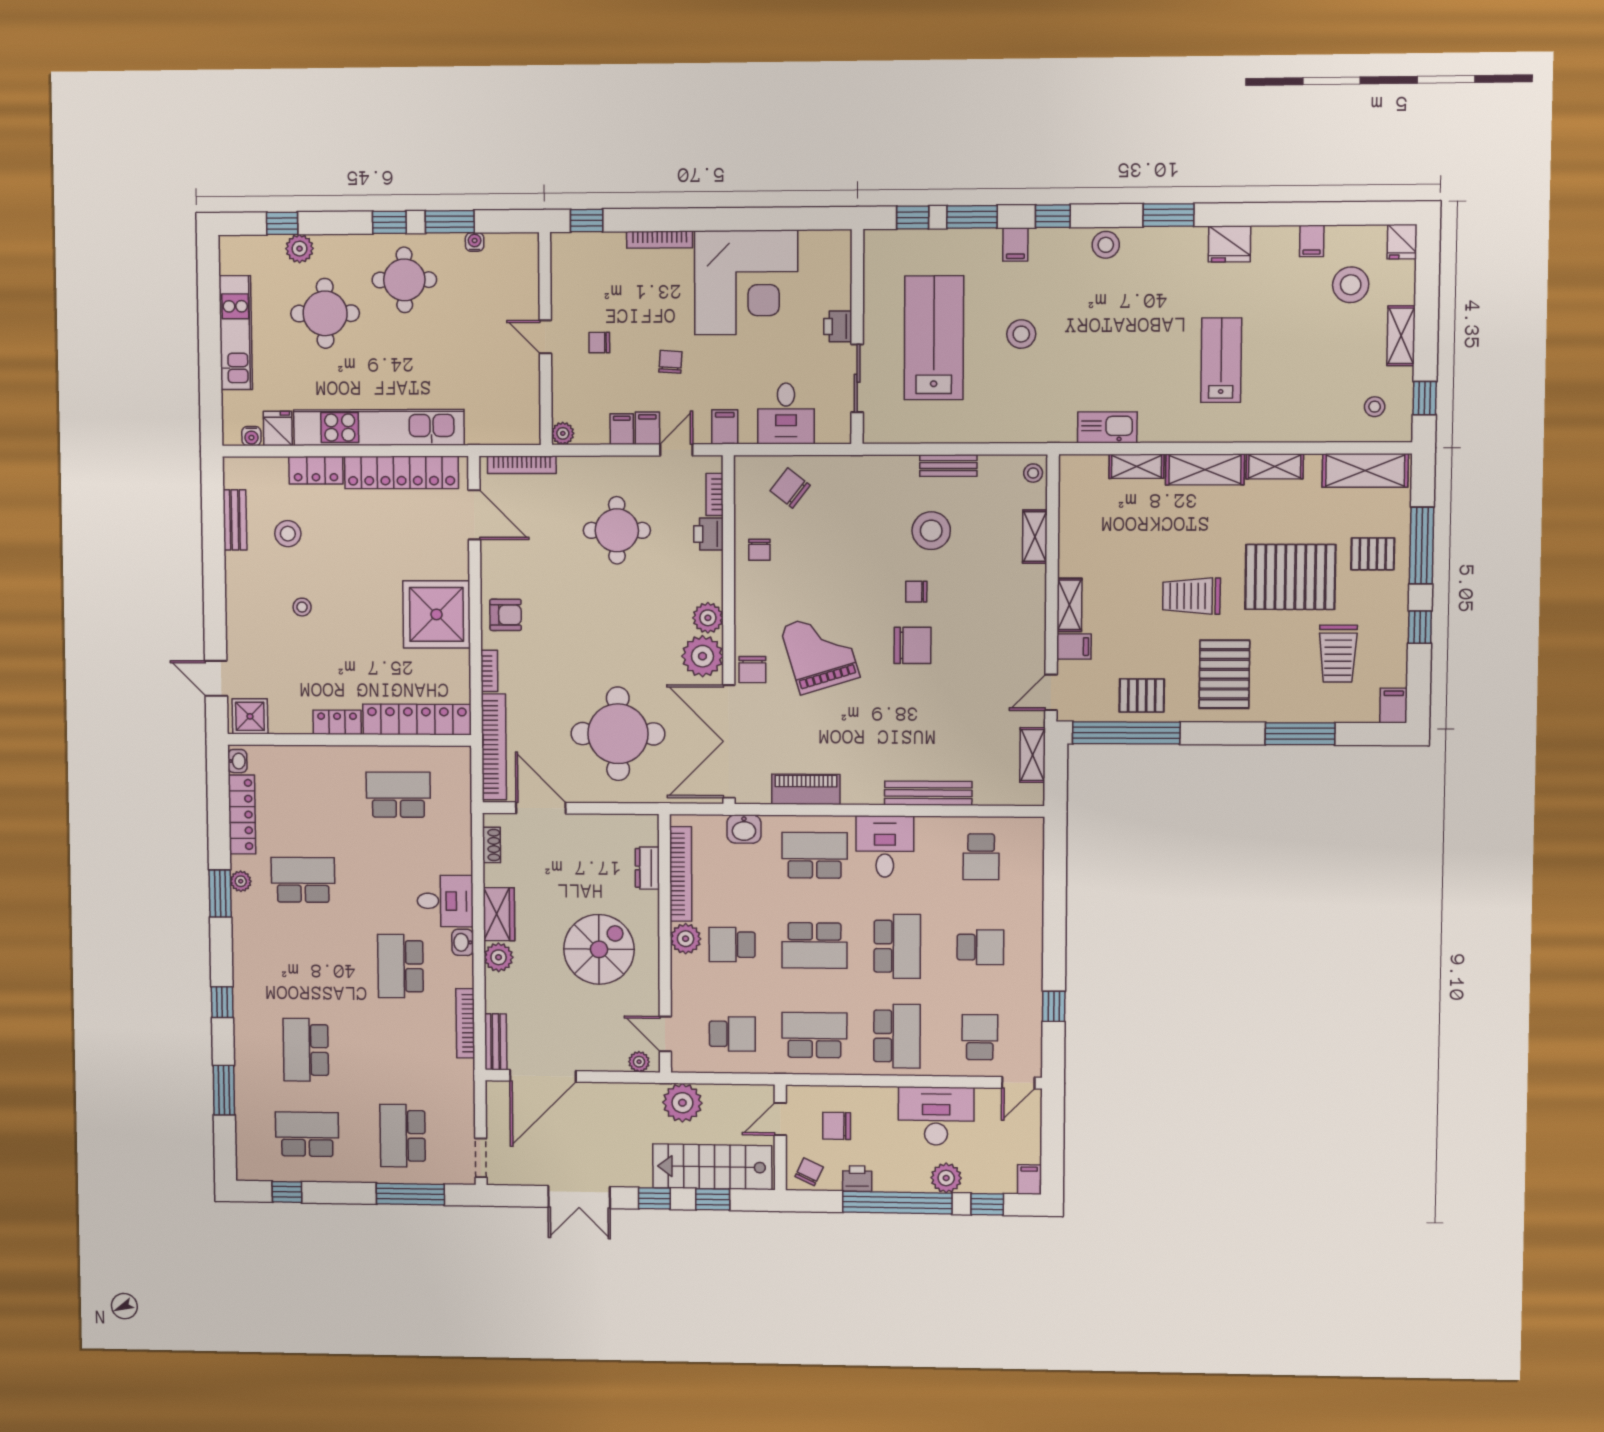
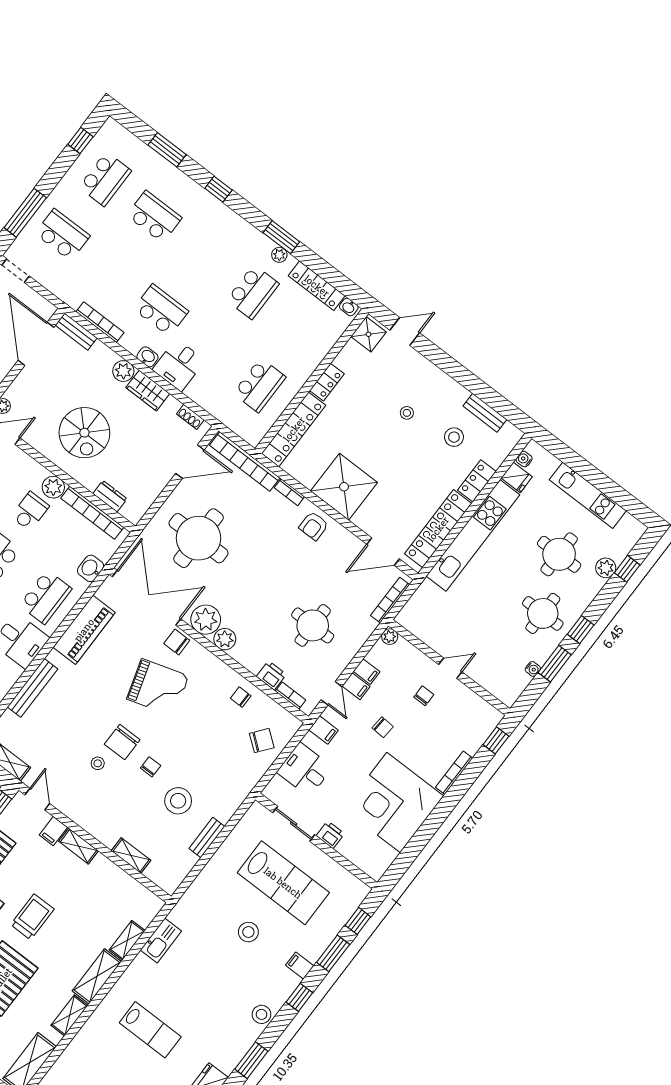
stool: (1033, 473) -> (98, 763), moved
piano: (806, 789) -> (84, 630), width x1.37, depth x1.33

